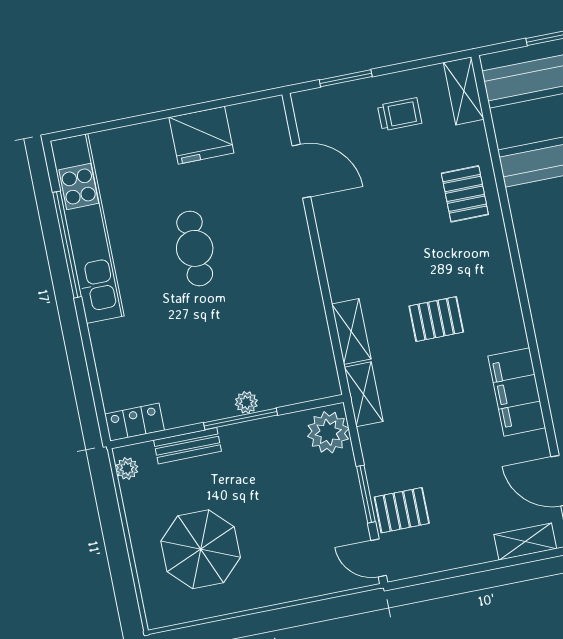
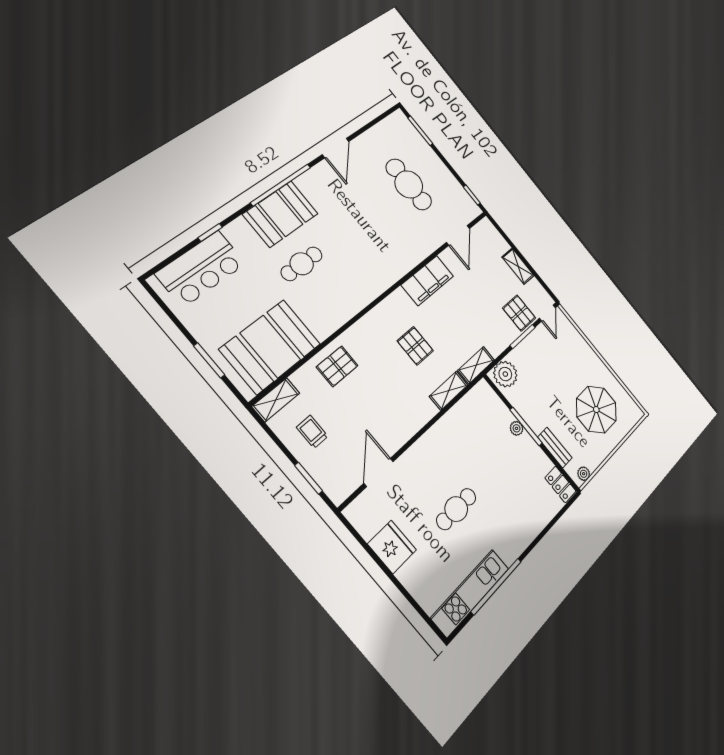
kitchen unit: (87, 229) -> (470, 593), width x0.73
shelving: (525, 542) -> (518, 266), moved

